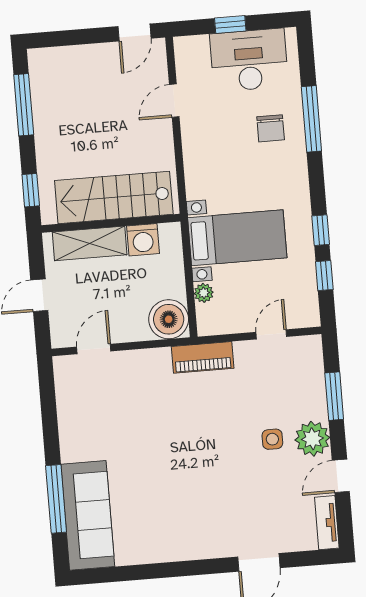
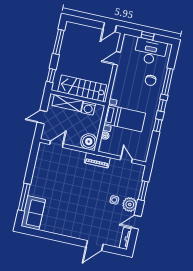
window: (324, 276) -> (162, 106), moved
door: (271, 334) -> (126, 160), hinge flipped
sofa: (88, 515) -> (33, 213), width x0.73

